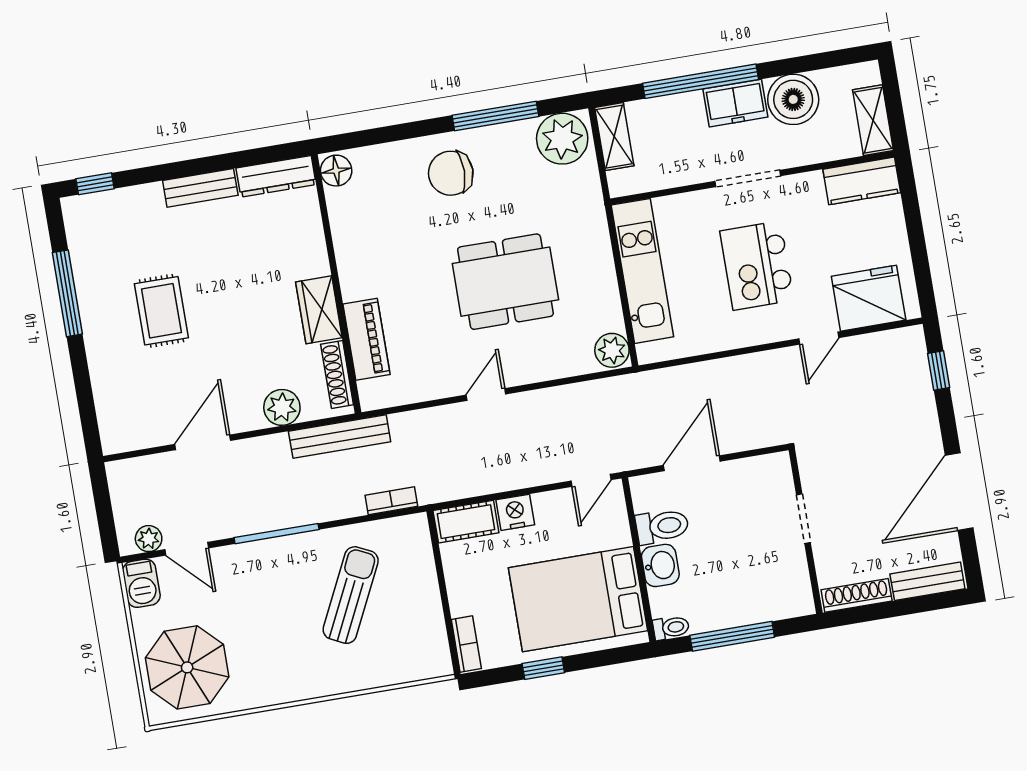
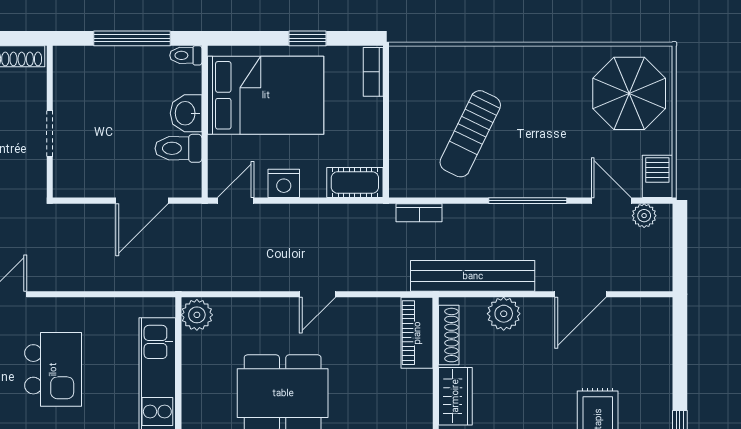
piano: (366, 339) -> (417, 333), moved
bench: (340, 437) -> (473, 276), width x1.37, depth x1.21
nightstand: (515, 512) -> (284, 183), moved

